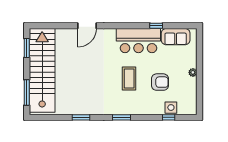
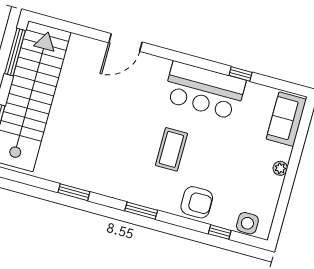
sofa: (176, 37) -> (286, 119), moved, turned 90
window: (27, 48) -> (15, 52), width x1.44
armchair: (160, 82) -> (197, 202), moved
side table: (171, 108) -> (247, 223), moved

